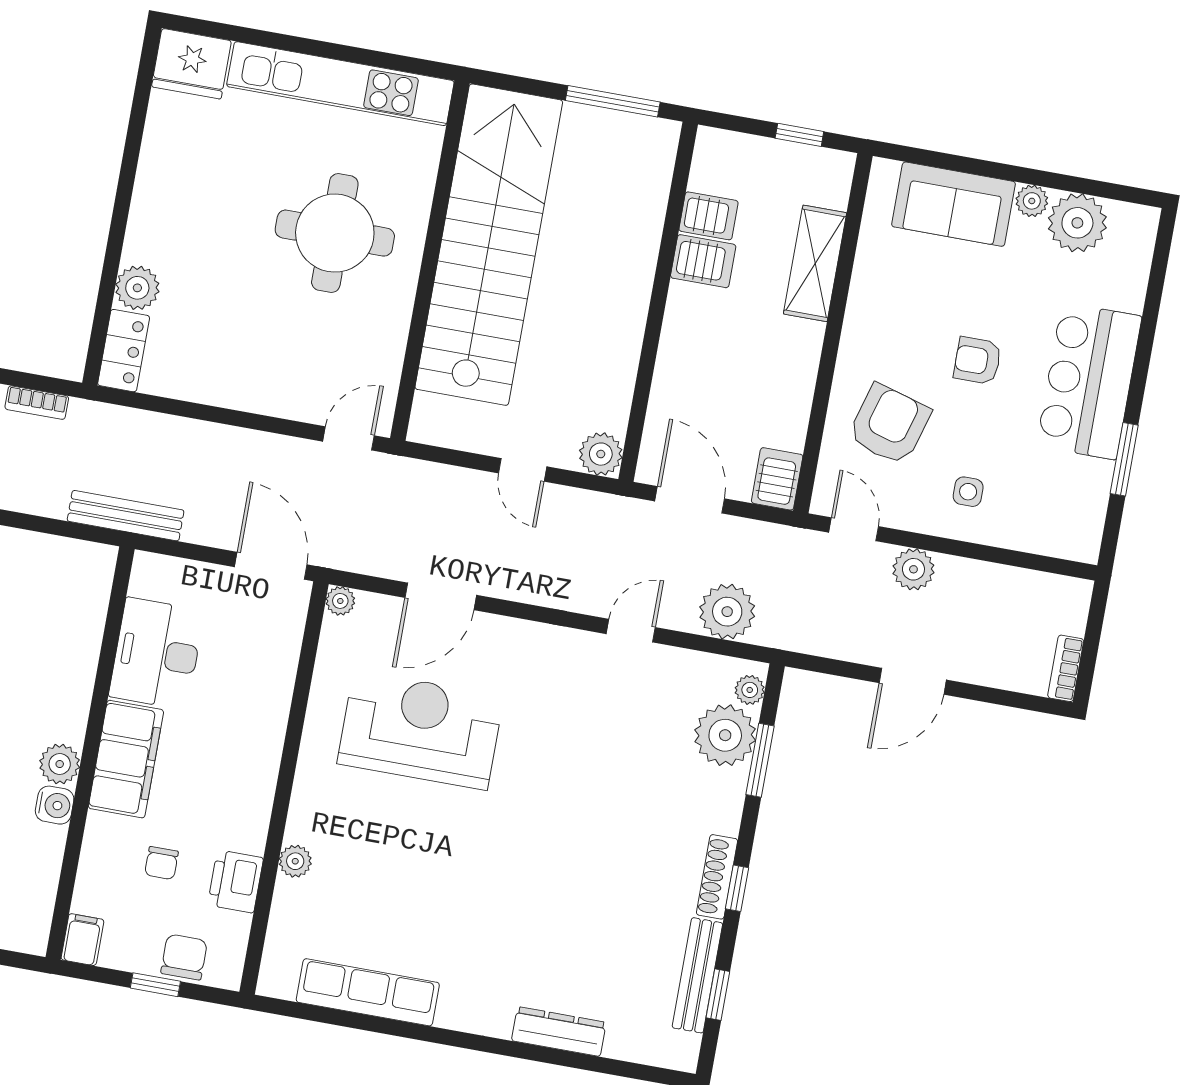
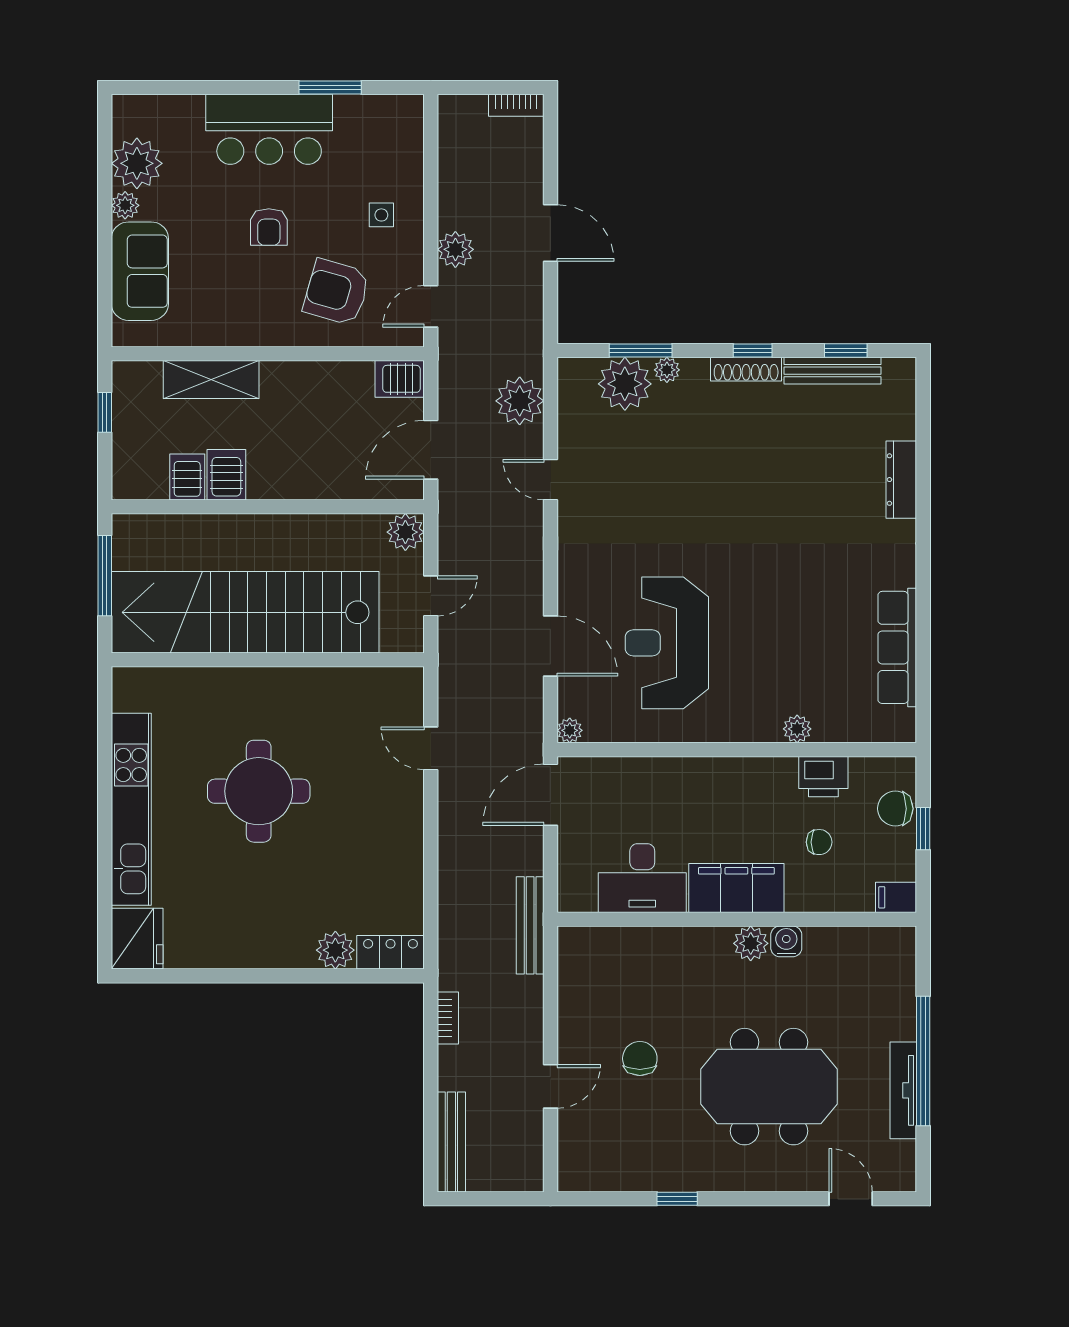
stairs: (489, 245) -> (245, 612), moved
wall: (430, 261) -> (268, 660), moved
plant: (750, 690) -> (667, 370), moved

